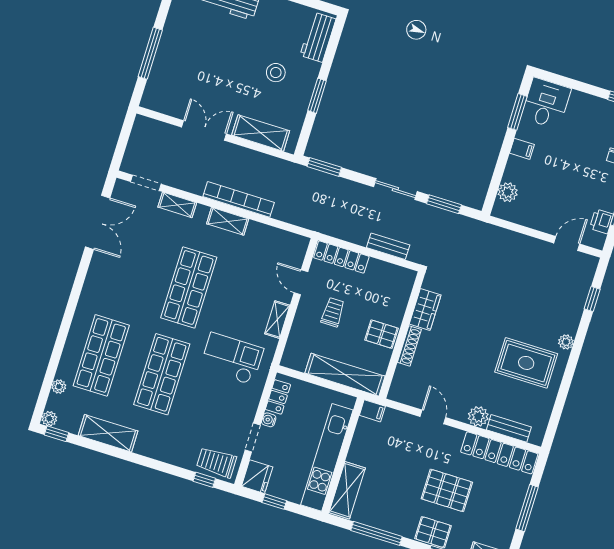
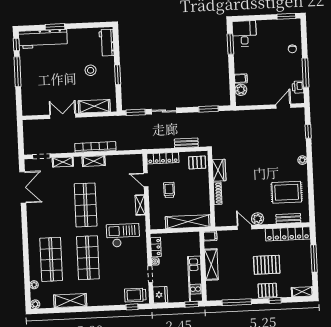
window: (150, 53) -> (18, 72), moved
filing cabinet: (522, 149) -> (241, 79), moved
sliding door: (395, 189) -> (164, 111), moved
pallet: (382, 334) -> (197, 162), moved
rug: (526, 363) -> (287, 192), moved
plant: (478, 416) -> (258, 219), moved
window: (57, 434) -> (42, 311), removed
kitchen unit: (327, 457) -> (195, 279), width x0.73
shelving: (347, 490) -> (211, 264), moved
window: (274, 502) -> (192, 304), moved

